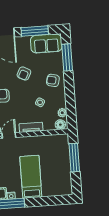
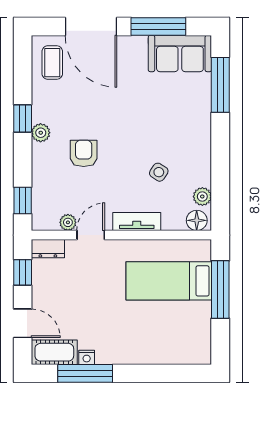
armchair: (24, 74) -> (130, 111), removed
armchair: (53, 80) -> (188, 129), removed
bed: (31, 177) -> (169, 281), moved, turned -90

